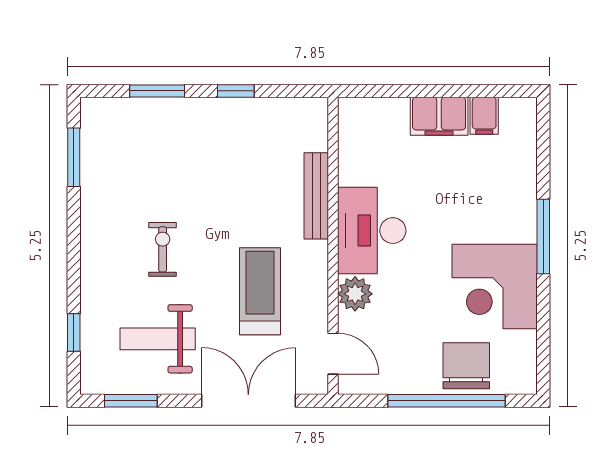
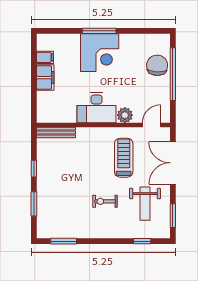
bench: (316, 196) -> (56, 133), moved
corner desk: (495, 286) -> (100, 53), moved
treadmill: (260, 291) -> (124, 158), turned 90
chair: (466, 366) -> (157, 65), turned 93

